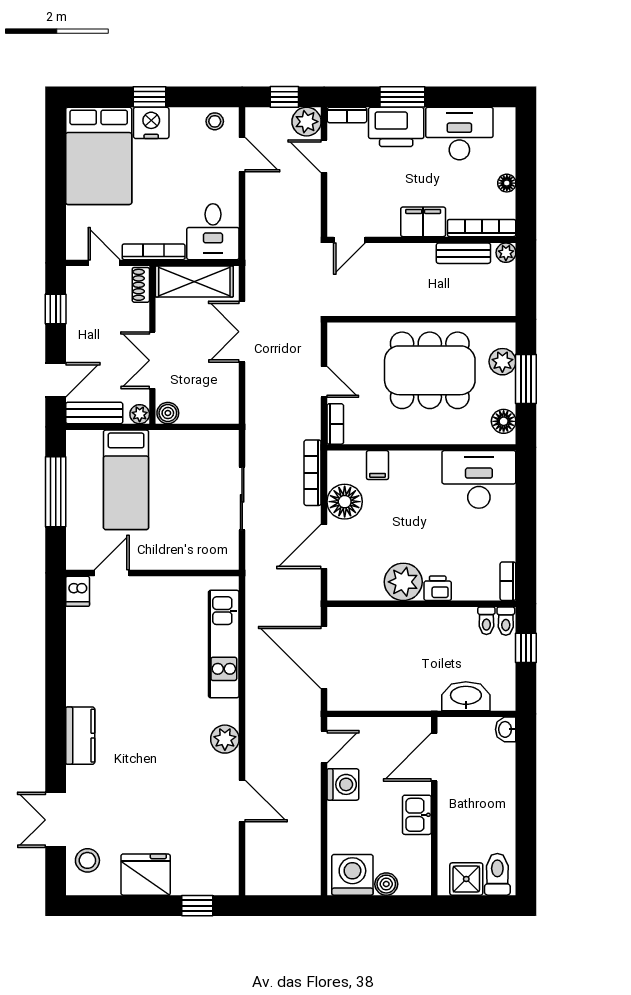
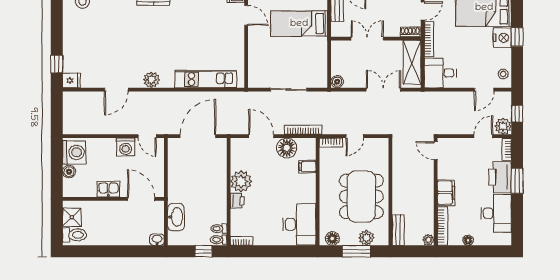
bench: (463, 253) -> (398, 230), moved
boiler: (168, 413) -> (337, 82), moved
plant: (140, 414) -> (336, 31), removed
fridge: (146, 875) -> (71, 80), moved, width x0.53, depth x0.75

